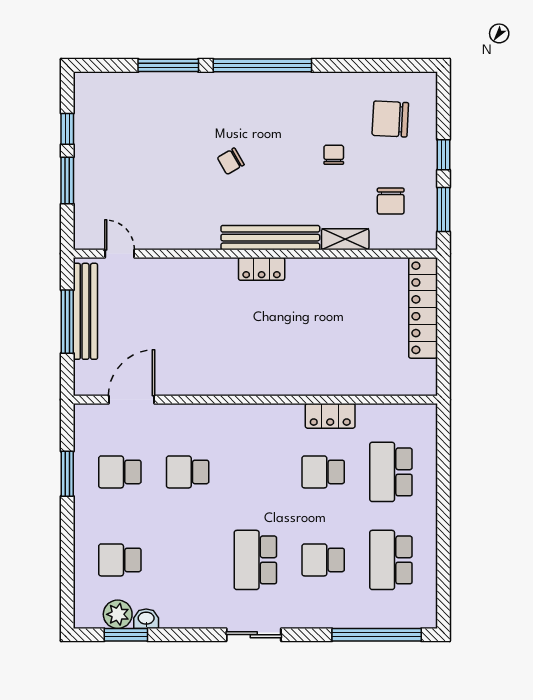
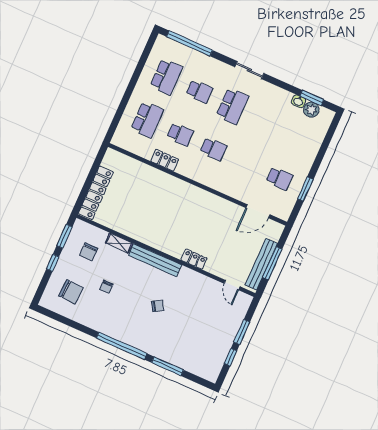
chair: (391, 201) -> (89, 252), turned 180
locker: (262, 269) -> (194, 259), moved
school desk: (188, 472) -> (213, 149), moved
school desk: (120, 560) -> (298, 136), removed

